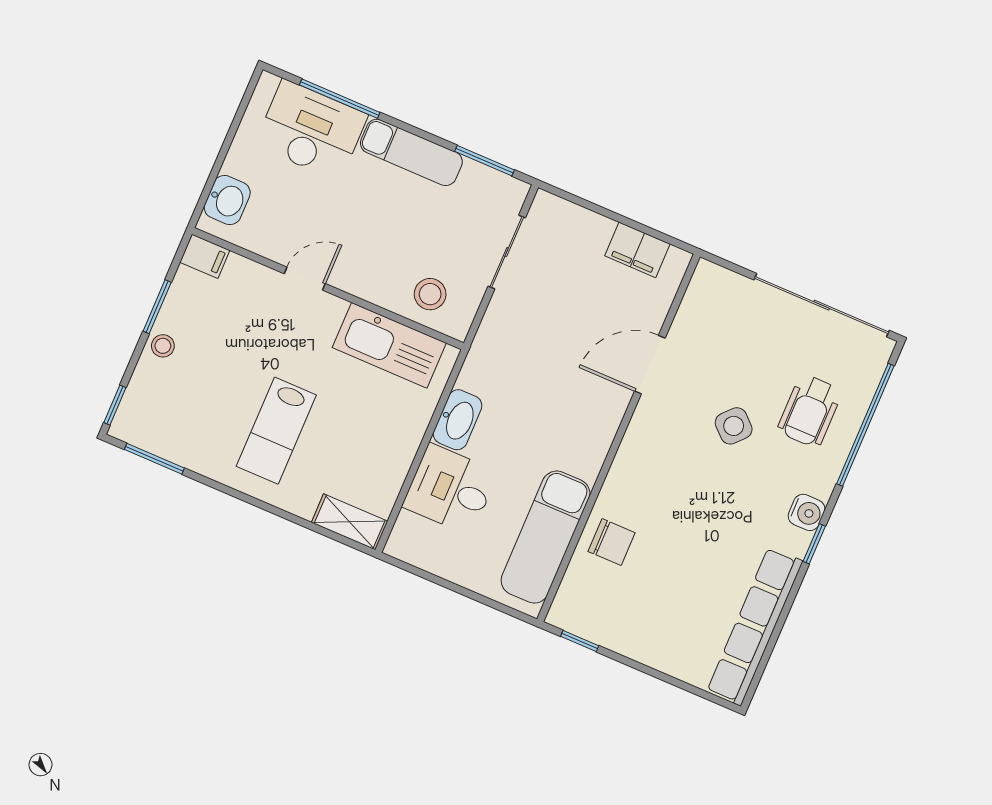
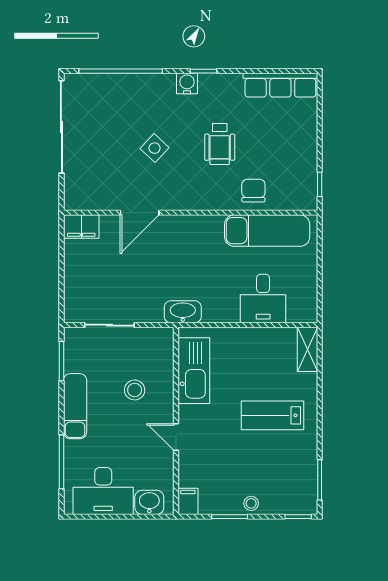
desk: (311, 130) -> (103, 491), moved, turned -90
filing cabinet: (637, 250) -> (81, 227), moved, turned 90
stool: (430, 294) -> (135, 390), moved
door: (650, 365) -> (140, 213), hinge flipped
wheelchair: (810, 411) -> (220, 144), moved, turned 90
washbasin: (458, 420) -> (183, 312), moved
lab bench: (276, 431) -> (272, 415), turned 180
row of seats: (755, 626) -> (280, 85), width x0.73

